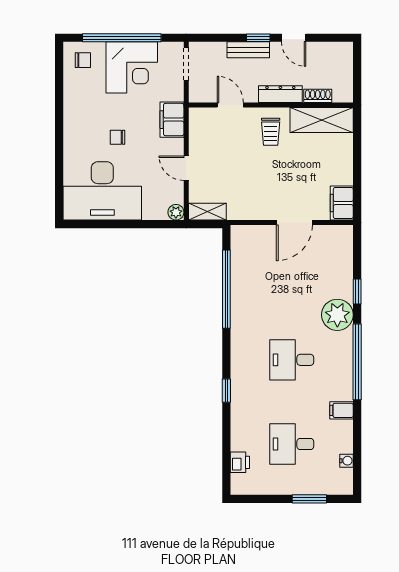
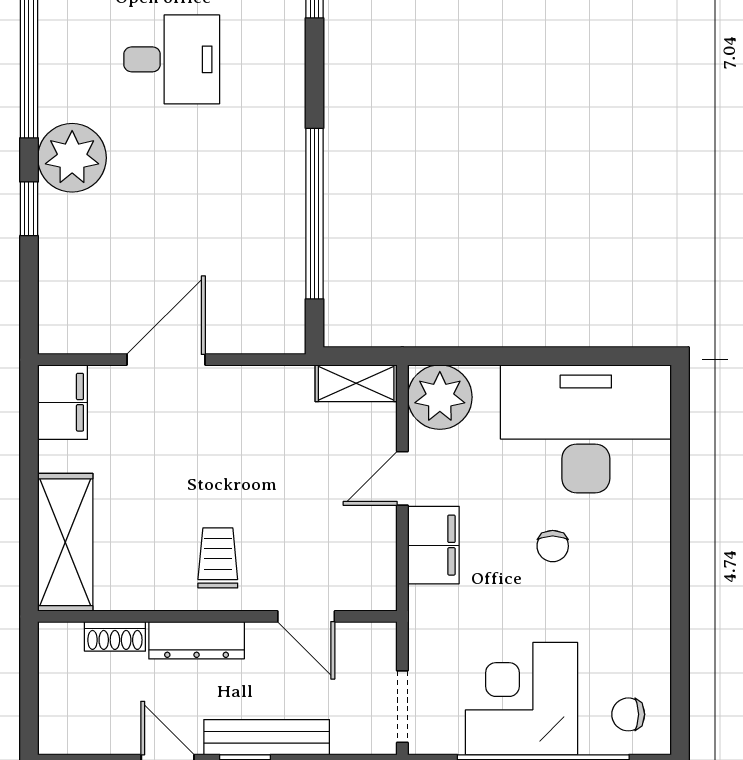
bench: (248, 50) -> (267, 737), width x1.36
filing cabinet: (172, 120) -> (433, 545), moved
shelving: (322, 120) -> (65, 542), moved, turned 90
chair: (117, 137) -> (553, 546), turned 90
door: (186, 168) -> (402, 478), swing flipped
plant: (176, 212) -> (440, 397), width x1.87, depth x1.87

